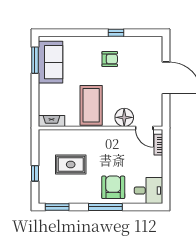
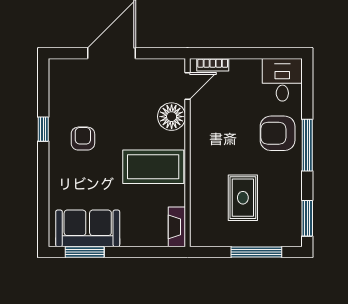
window: (35, 173) -> (256, 252), width x2.17

